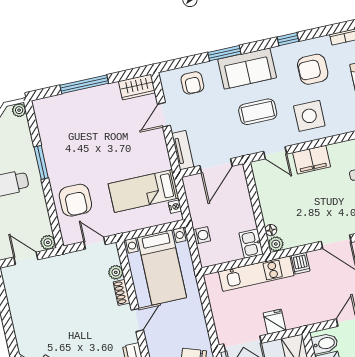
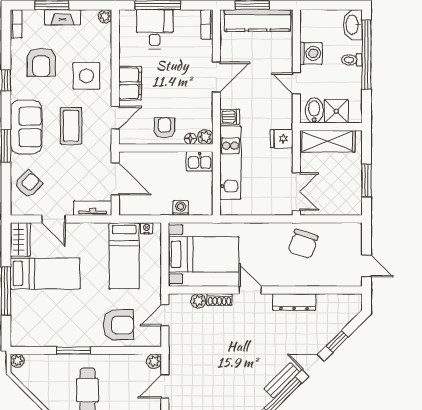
armchair: (192, 83) -> (28, 184), turned -47
bed: (109, 118) -> (45, 273), added
armchair: (276, 203) -> (165, 128), added
fridge: (274, 322) -> (282, 139), moved

